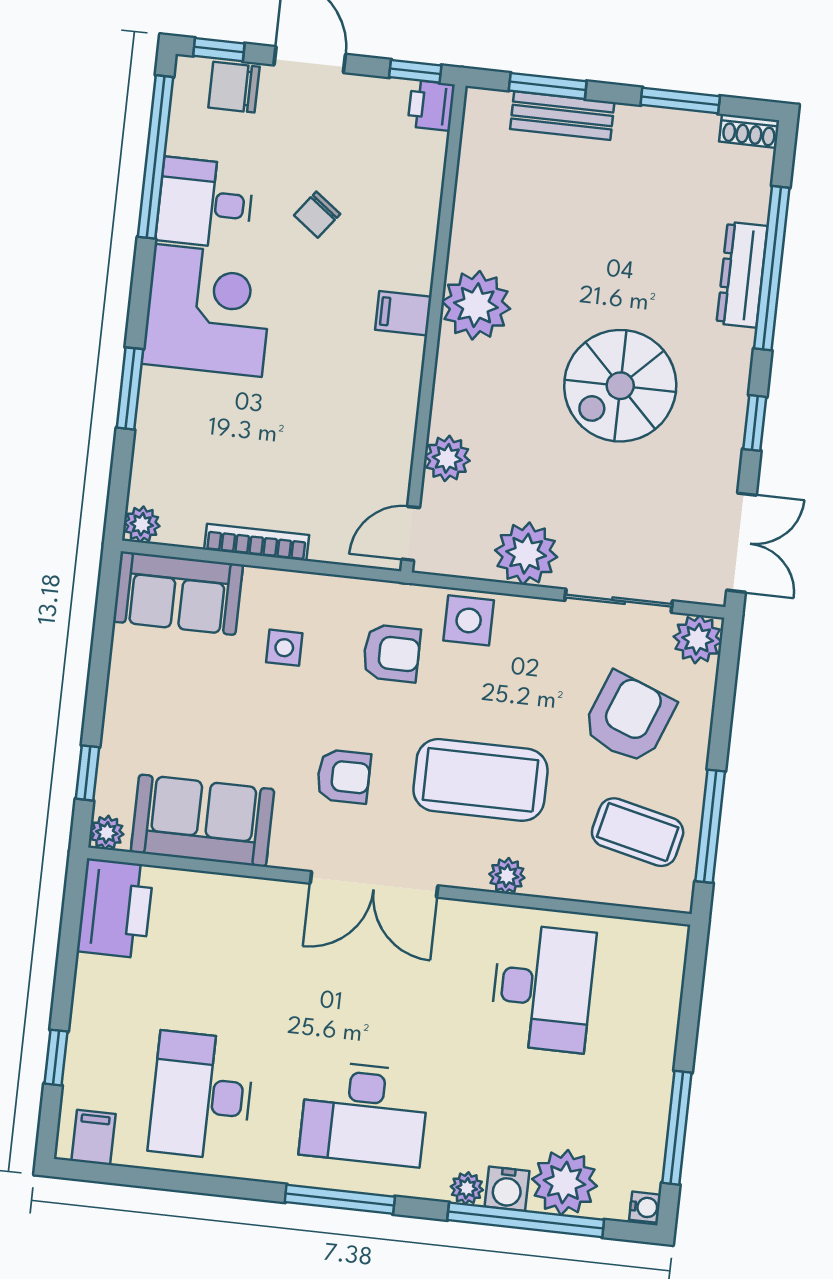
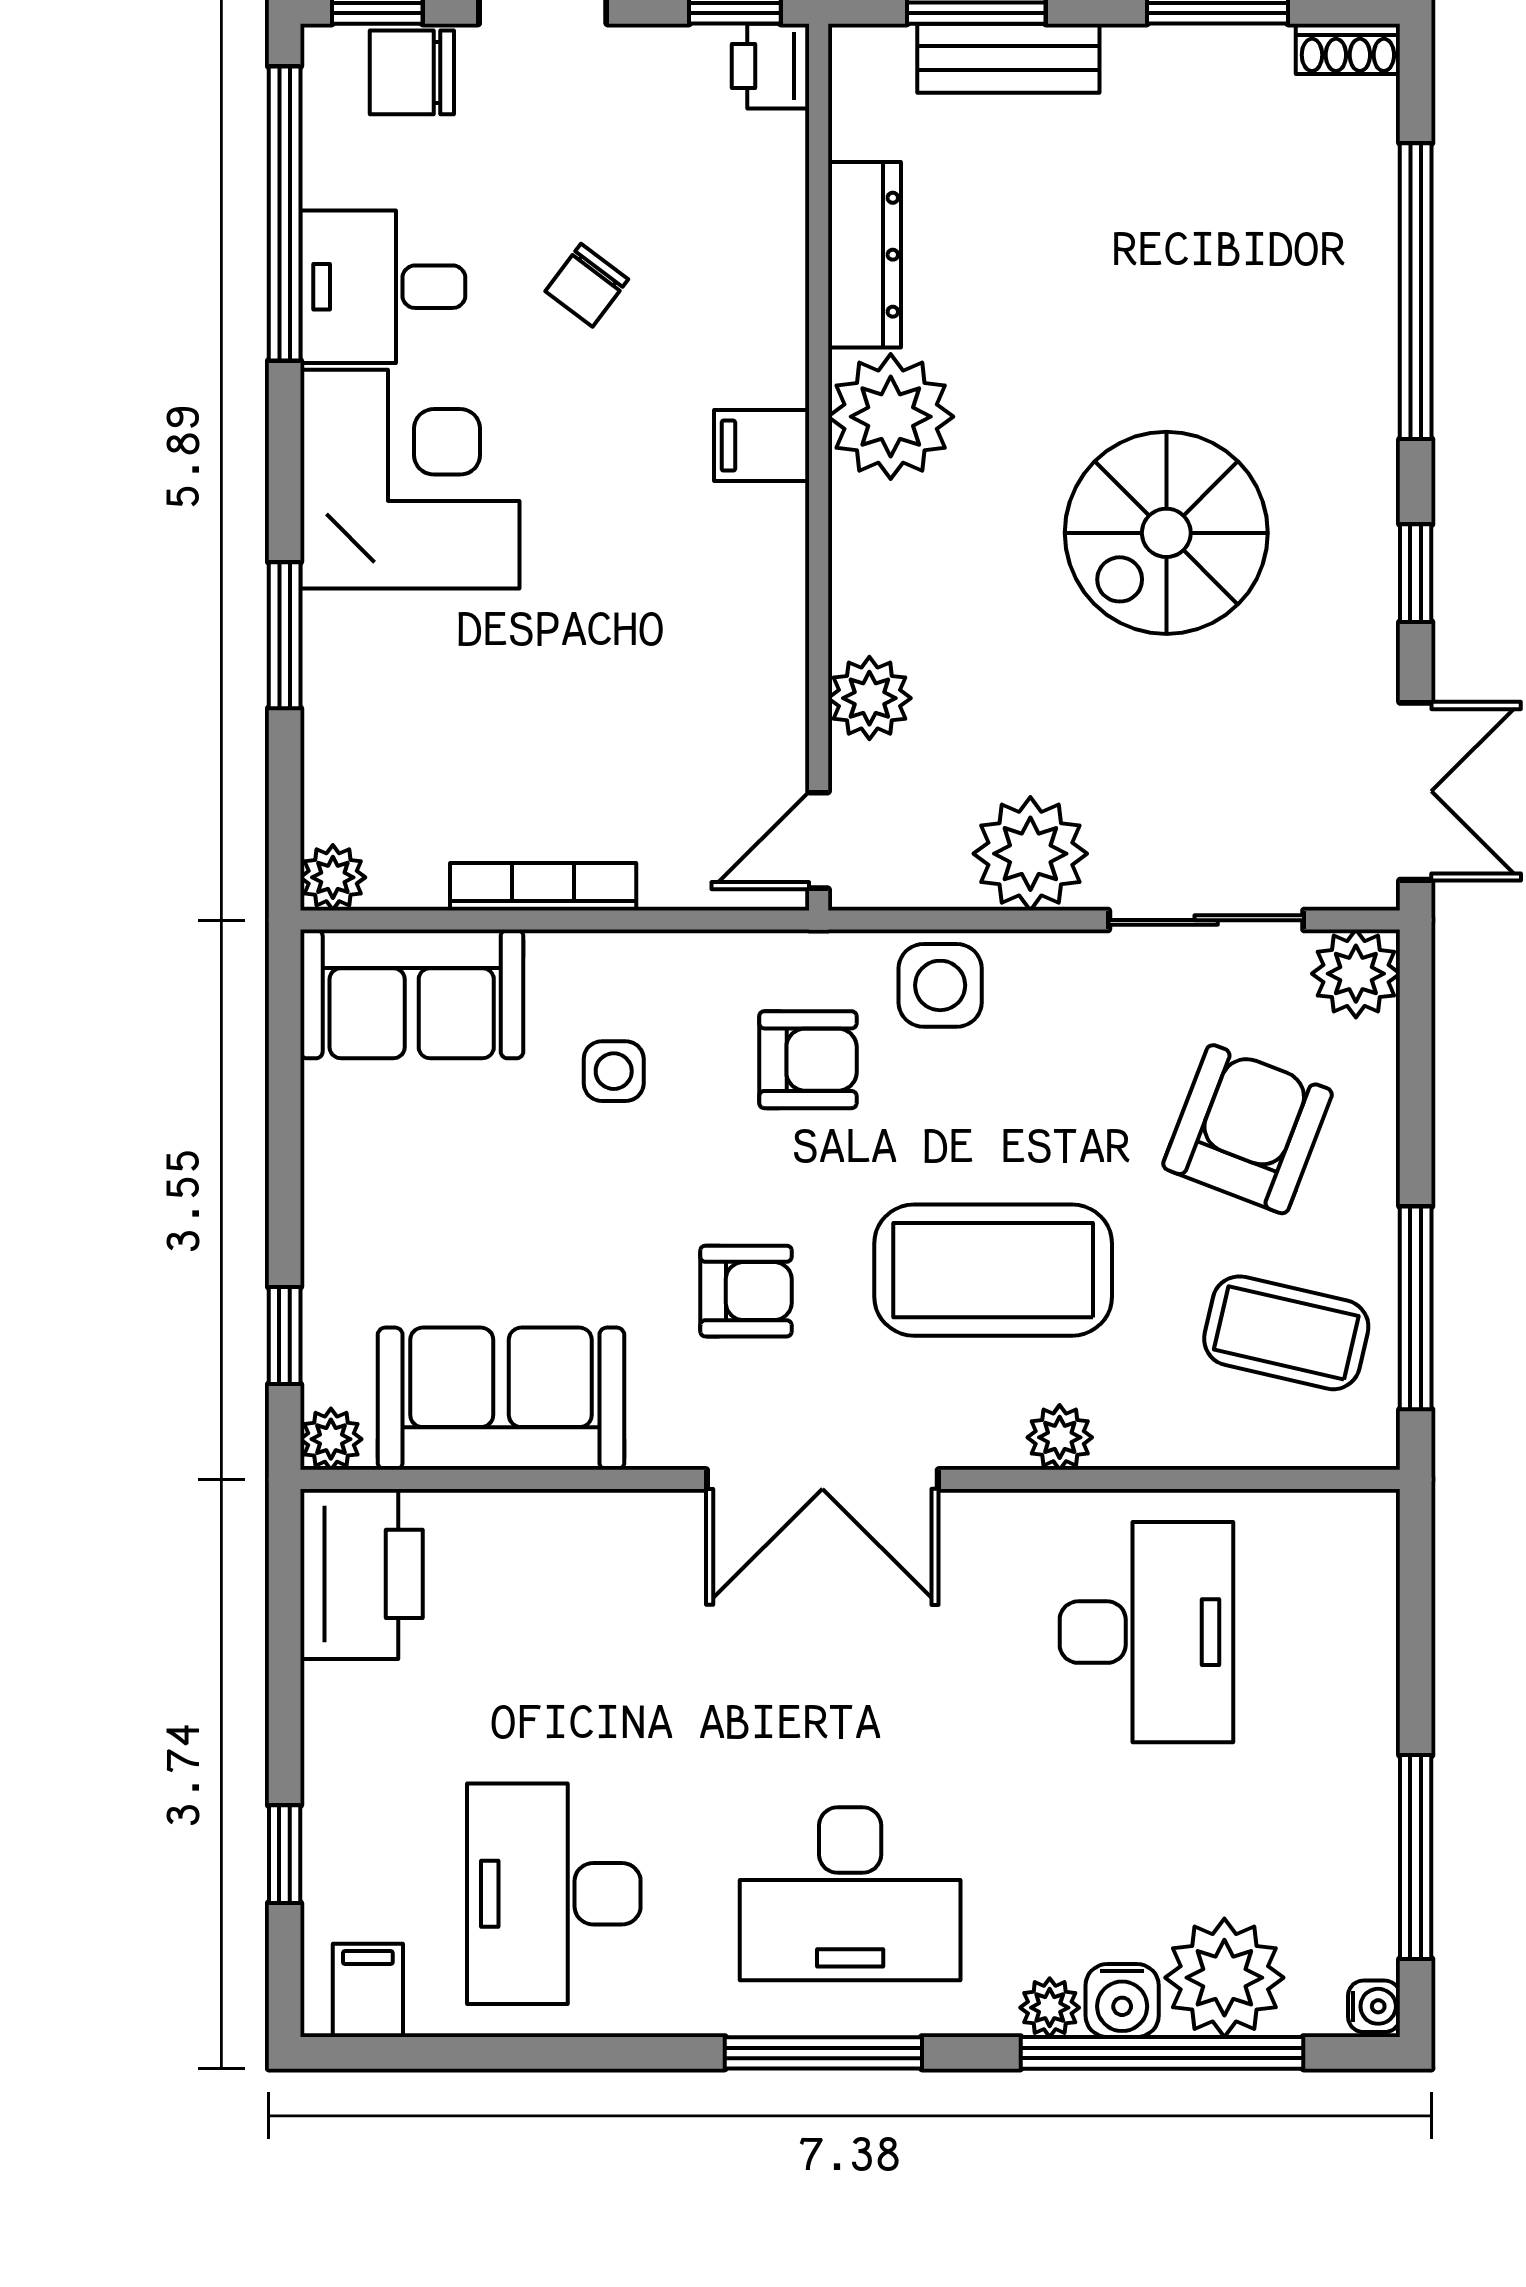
dresser: (742, 275) -> (864, 255), moved, turned 180

